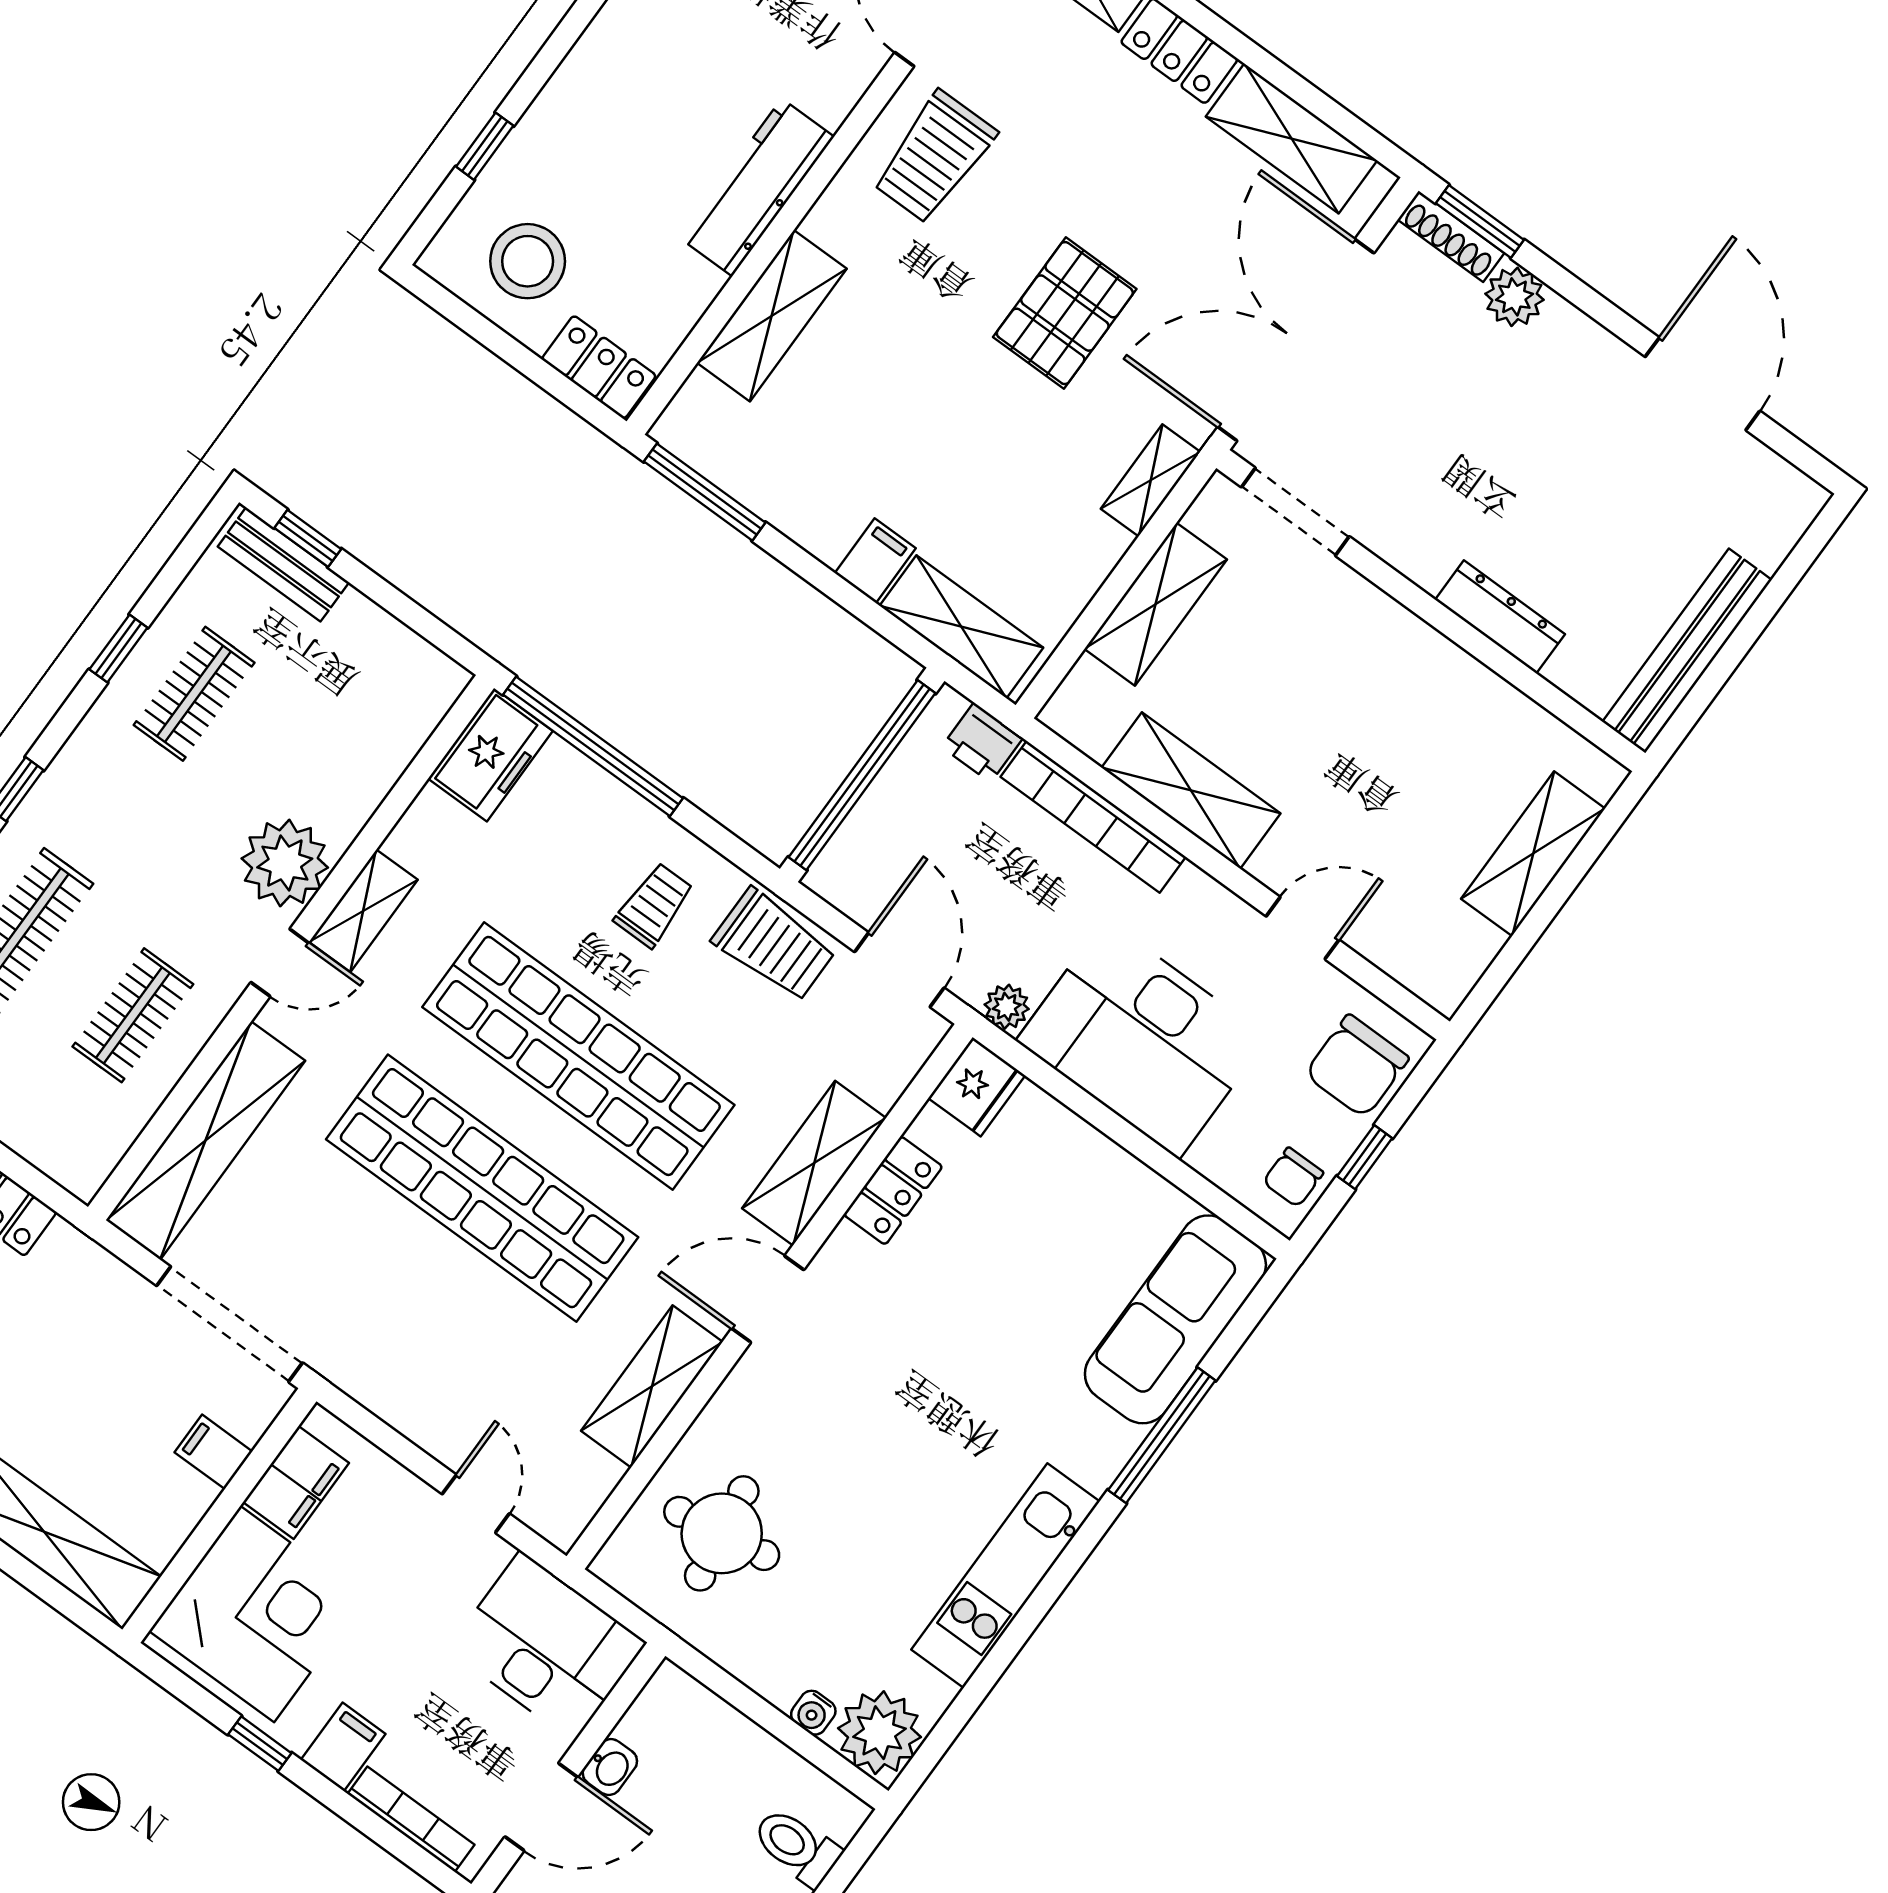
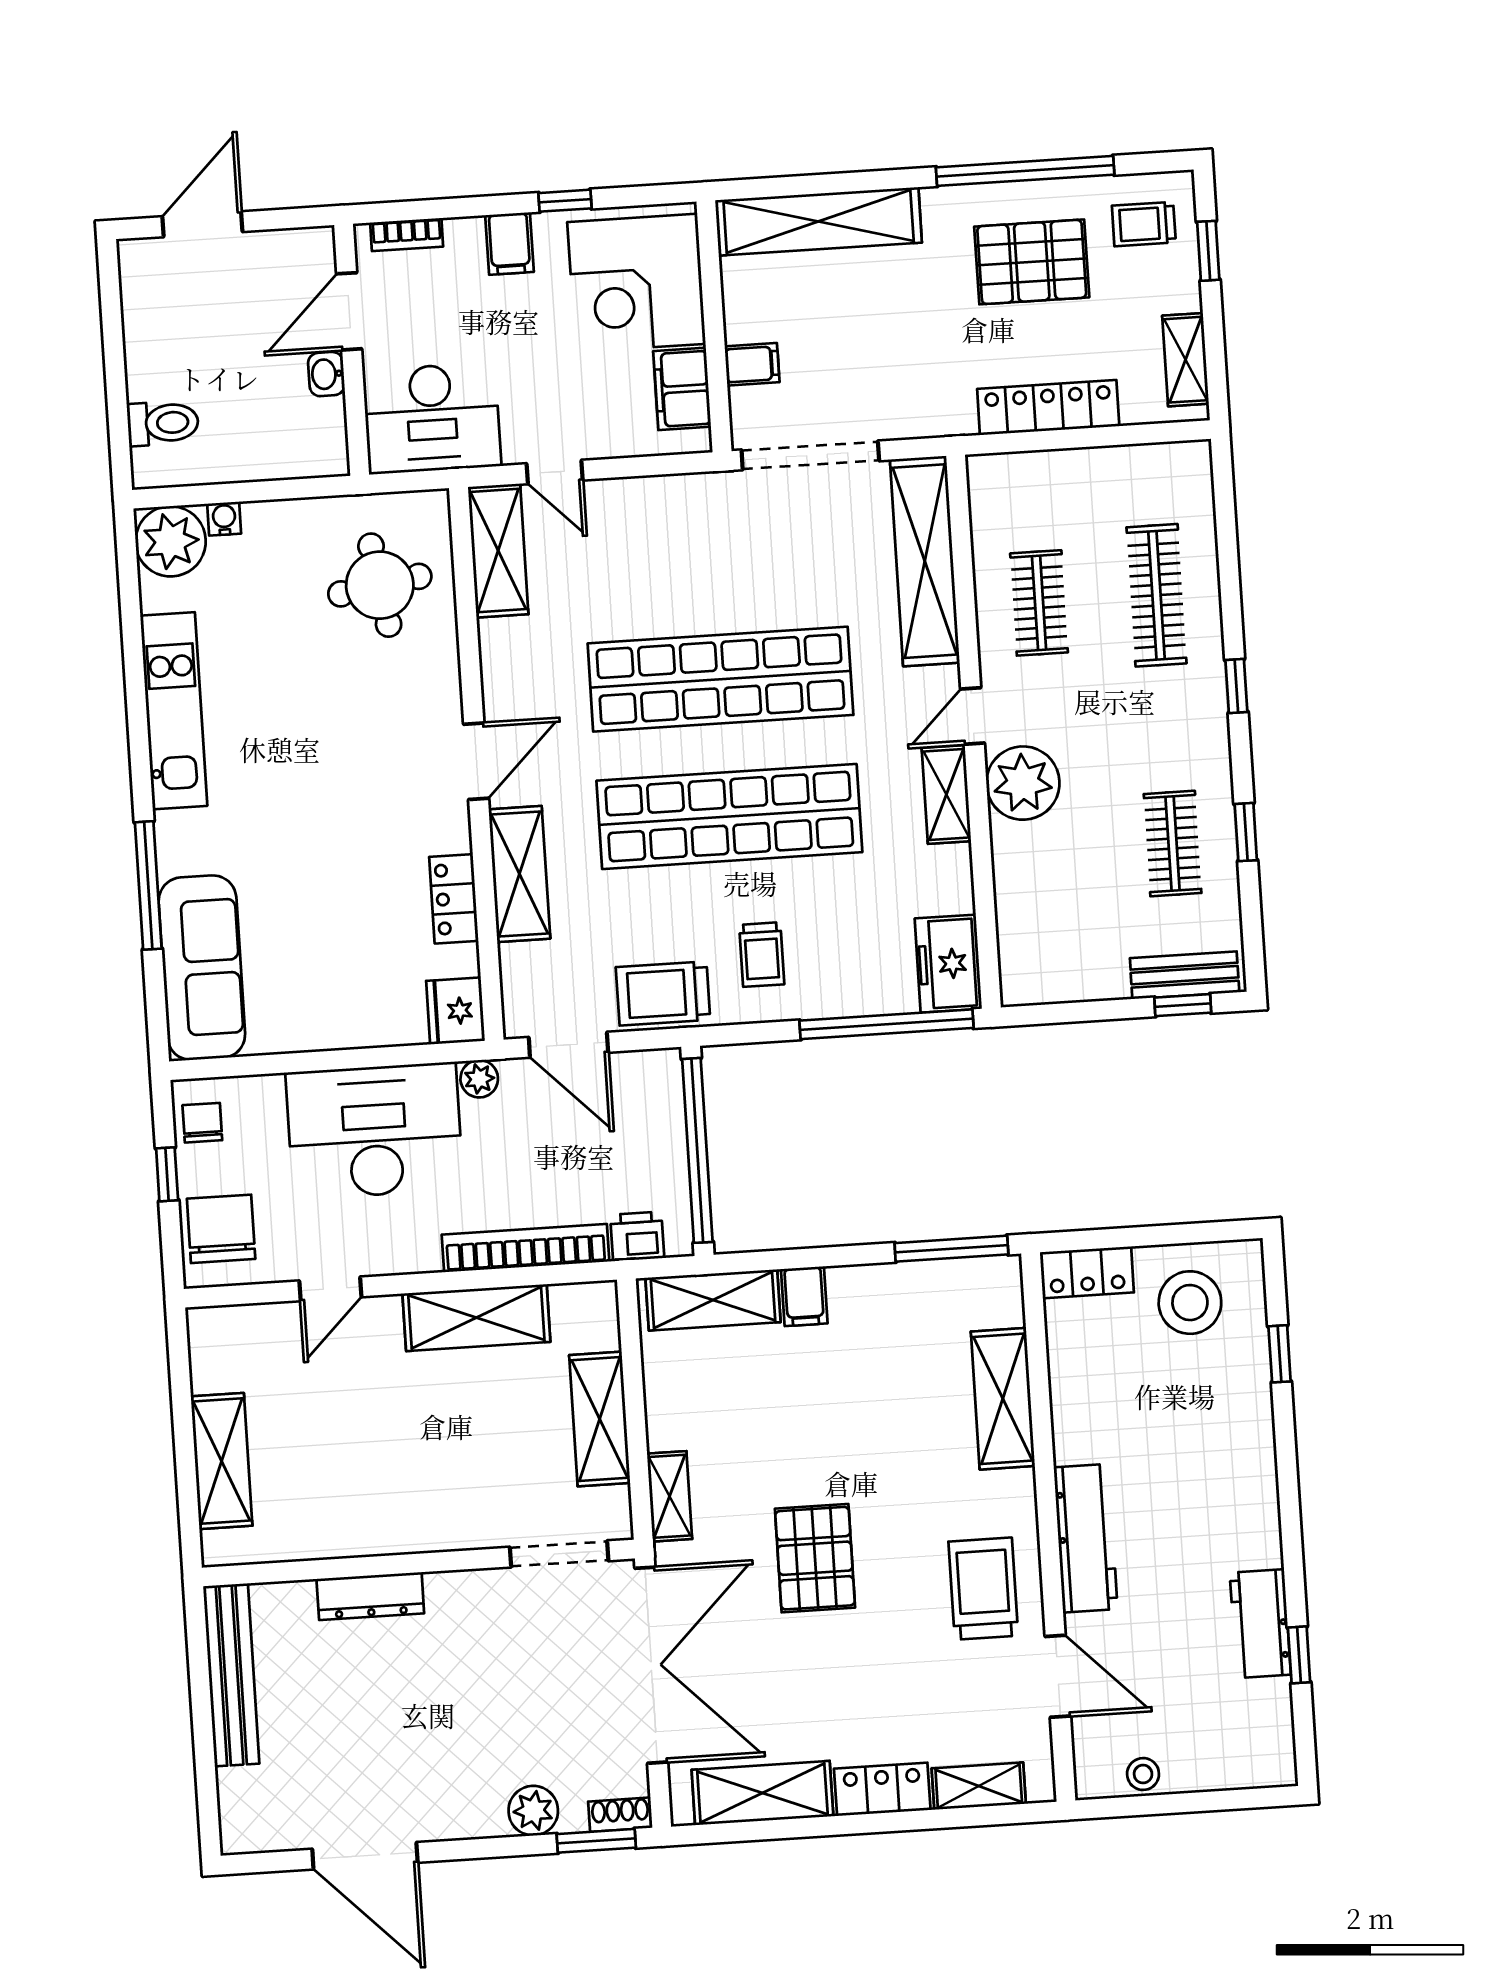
workbench: (757, 187) -> (1086, 1538), moved
shoe rack: (1451, 236) -> (620, 1815), width x0.70
shelving: (652, 1386) -> (498, 551), moved
bookcase: (411, 1819) -> (407, 235), width x0.64

